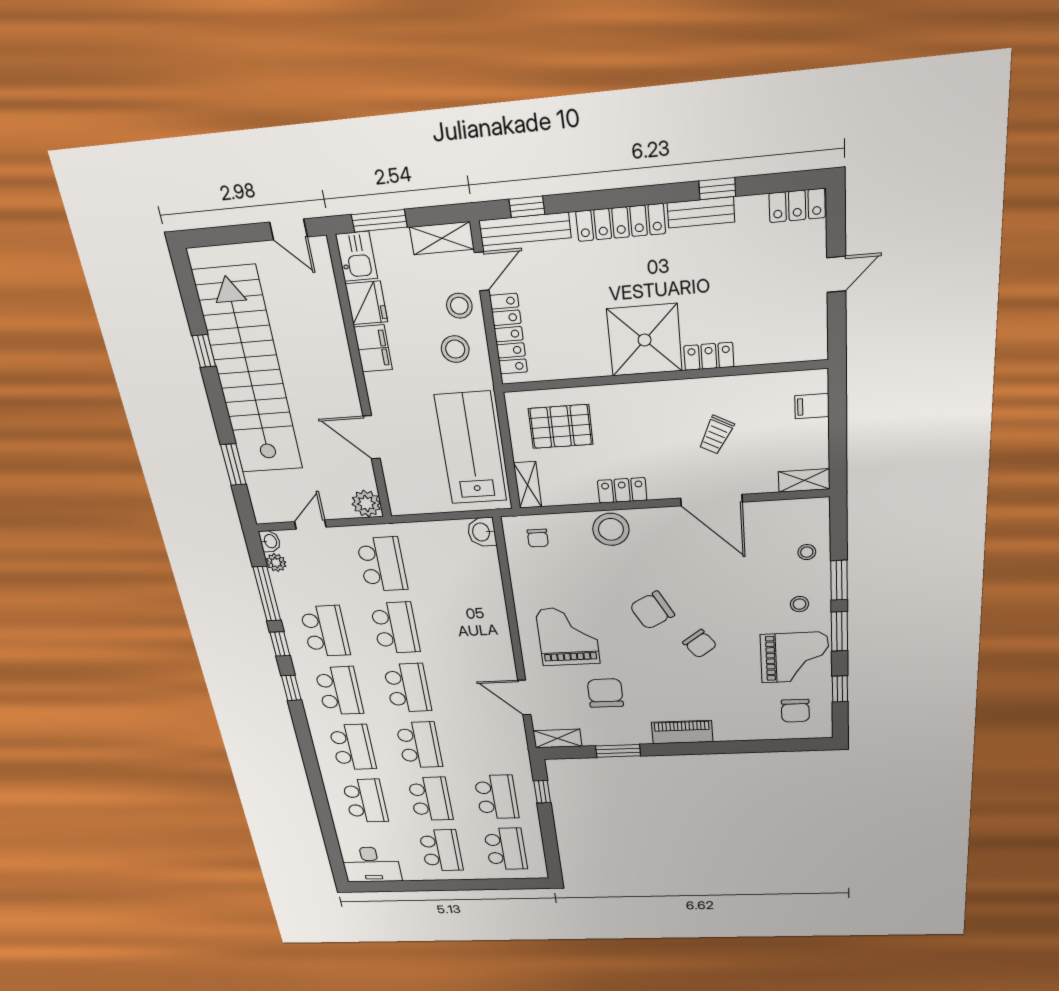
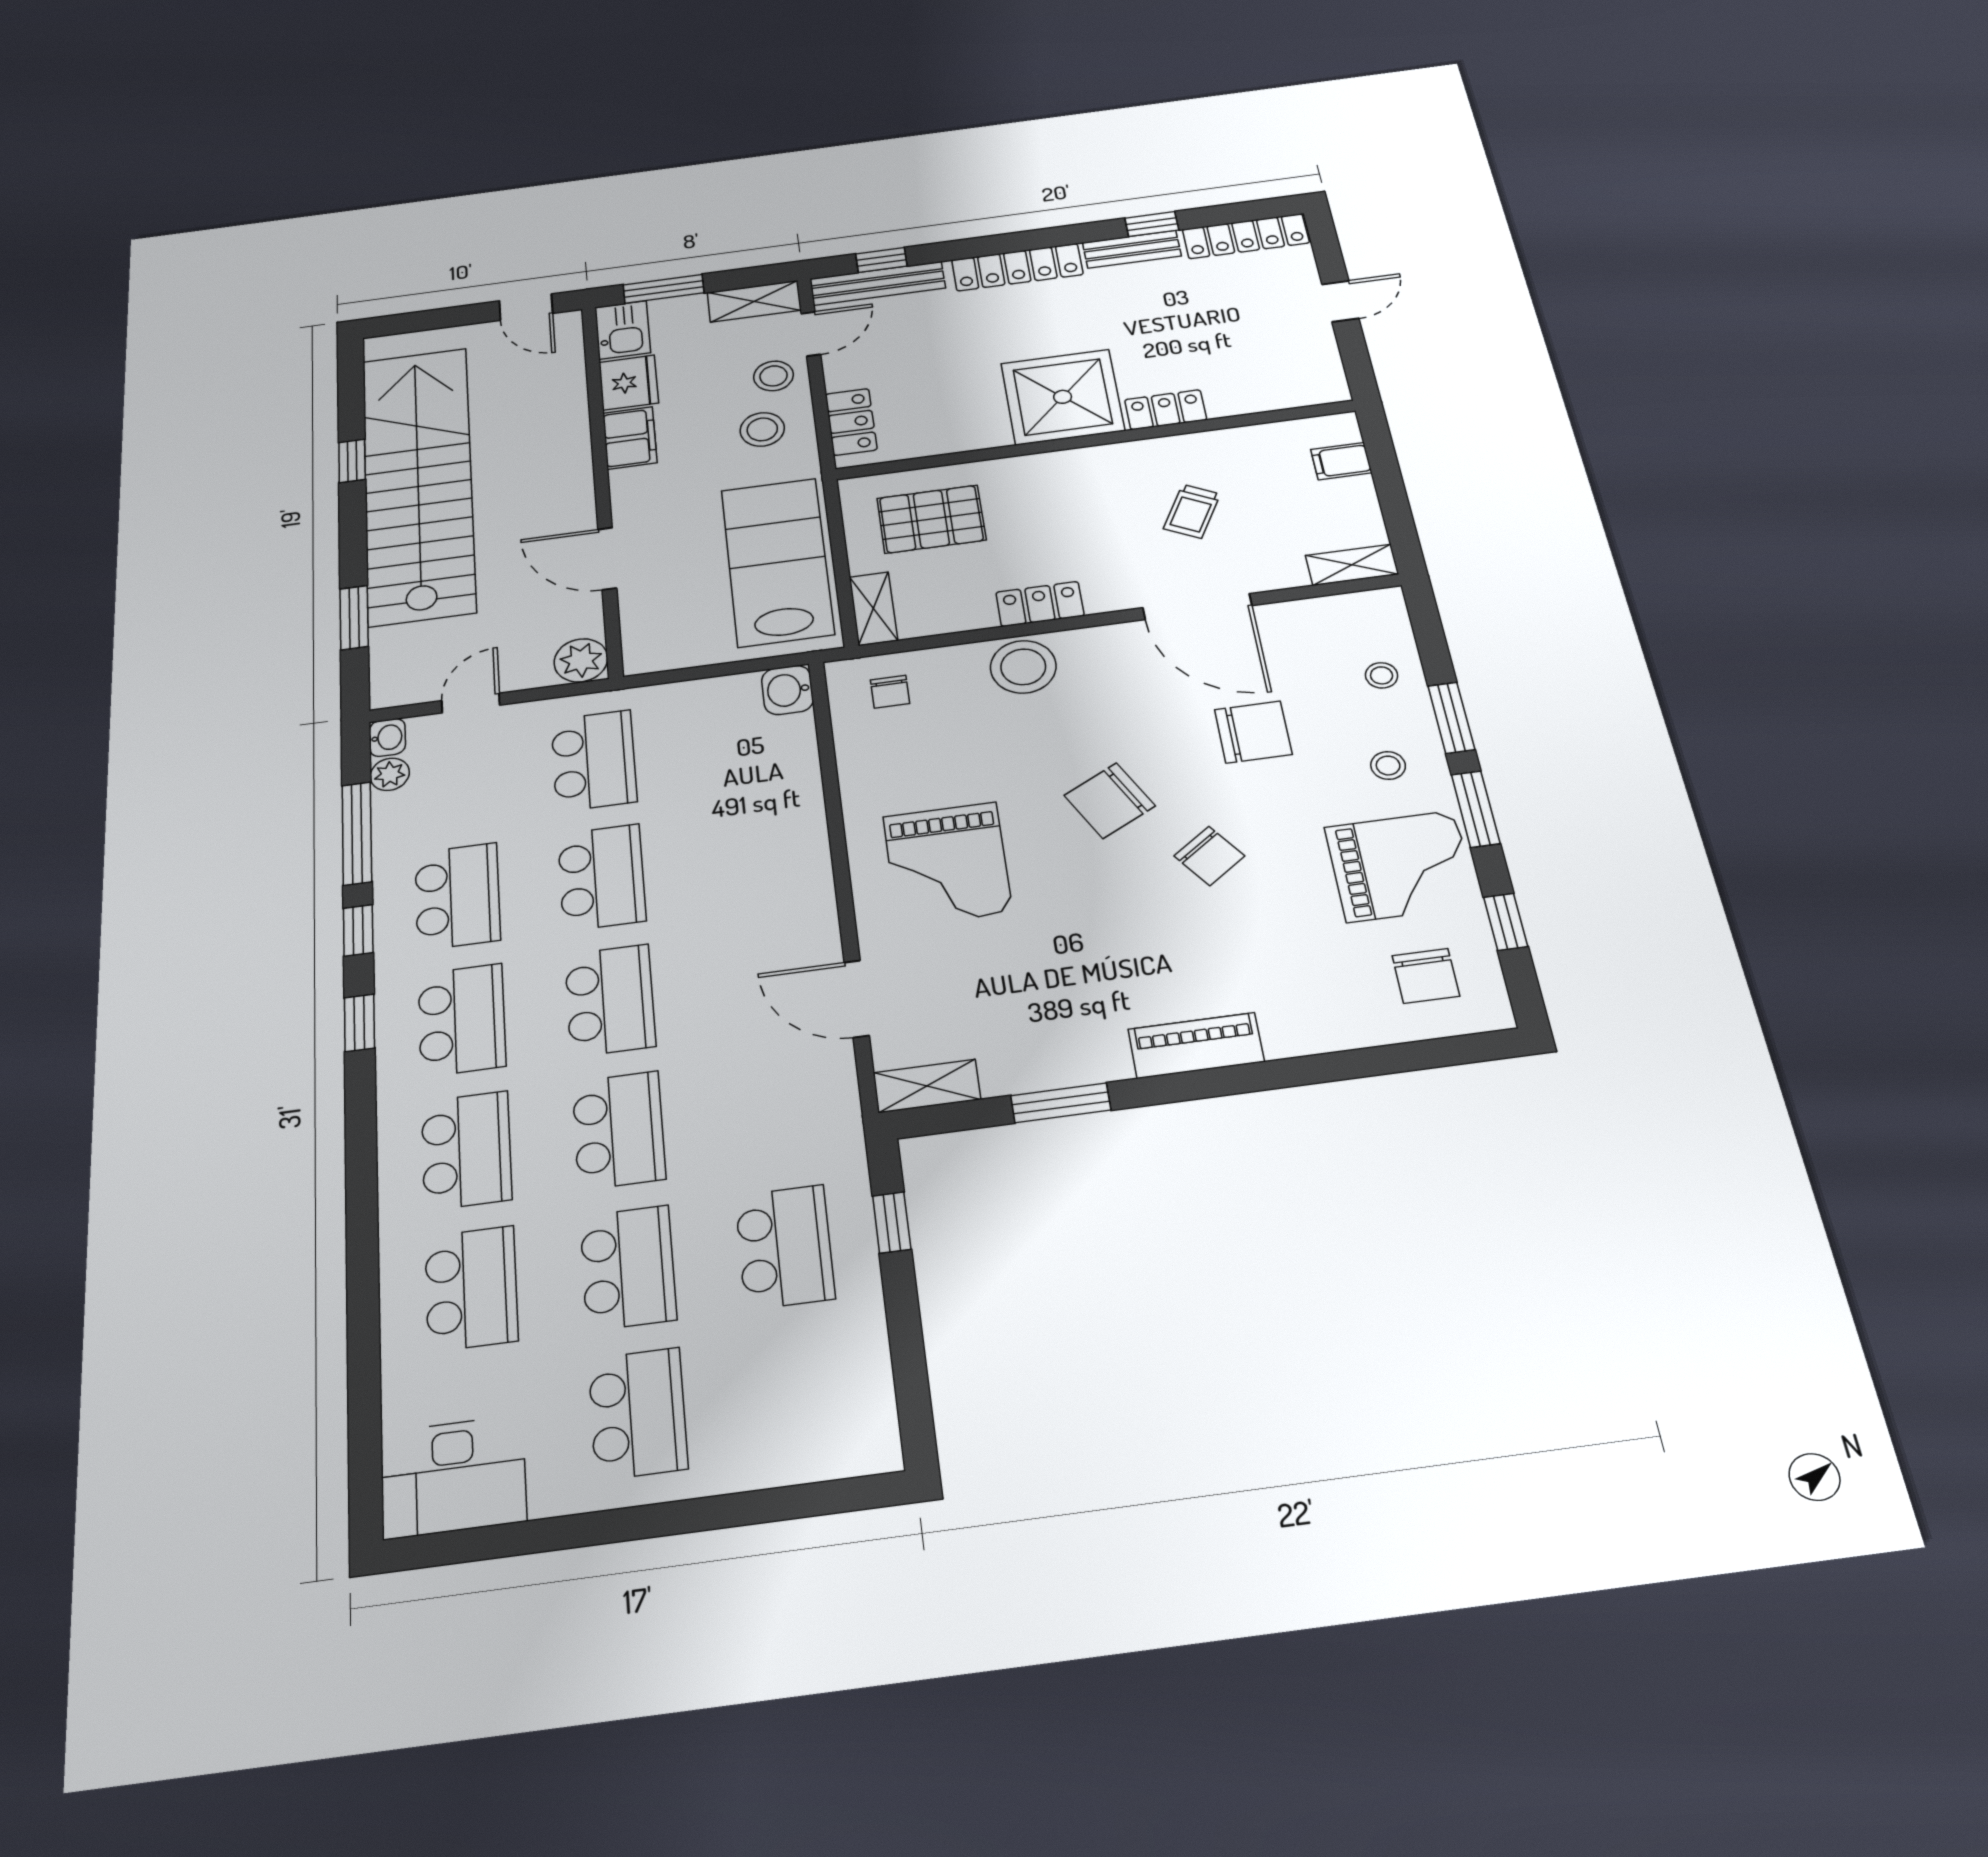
locker: (797, 205) -> (1246, 236), width x1.53
locker: (509, 334) -> (851, 422), width x0.66
grand piano: (568, 636) -> (947, 864), turned 180
chair: (605, 693) -> (1253, 732), moved, turned 90
school desk: (506, 849) -> (799, 1392), removed

